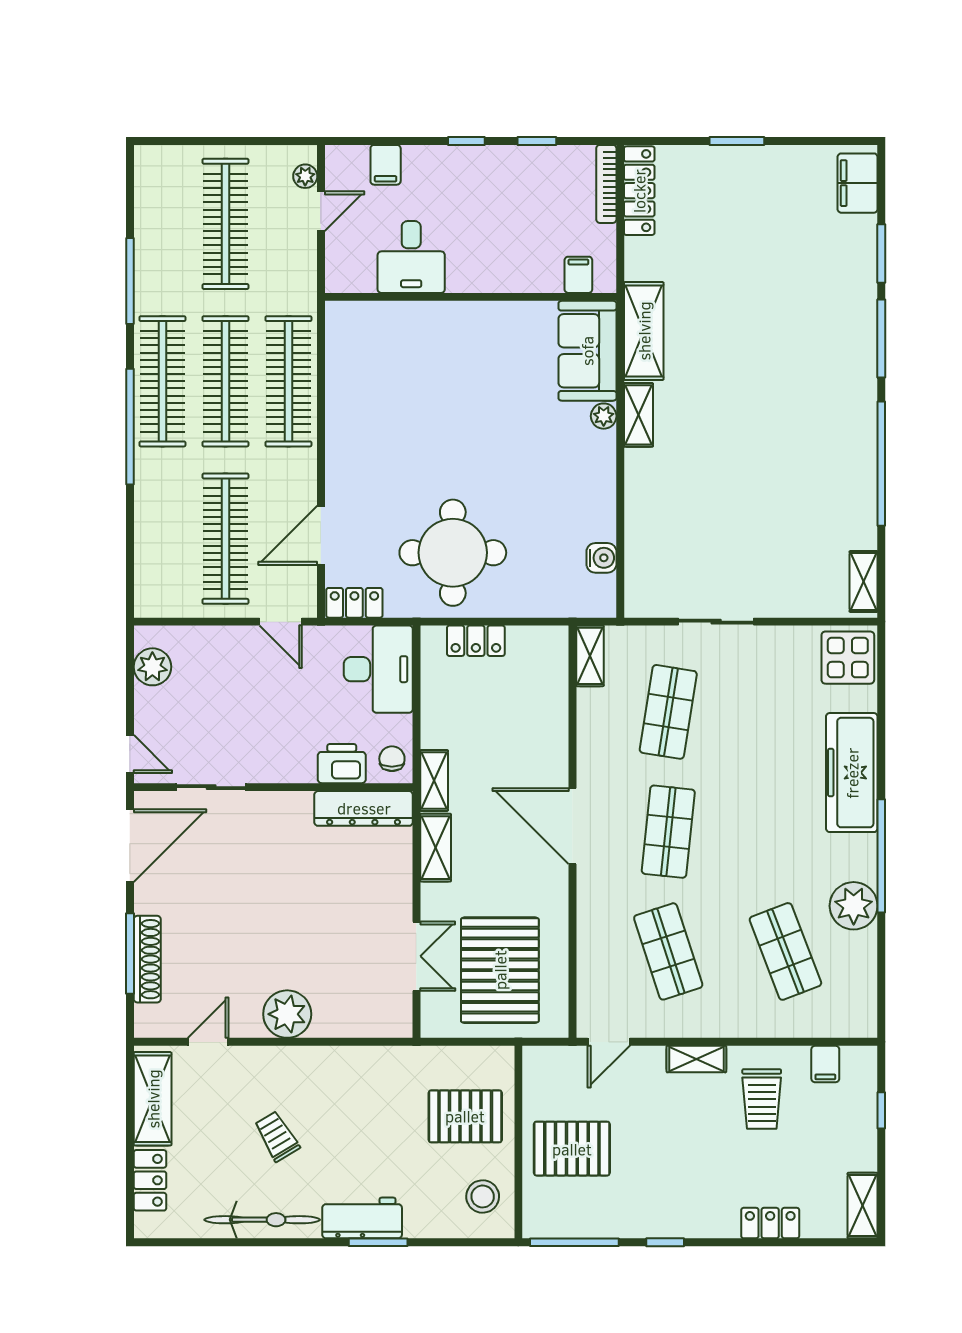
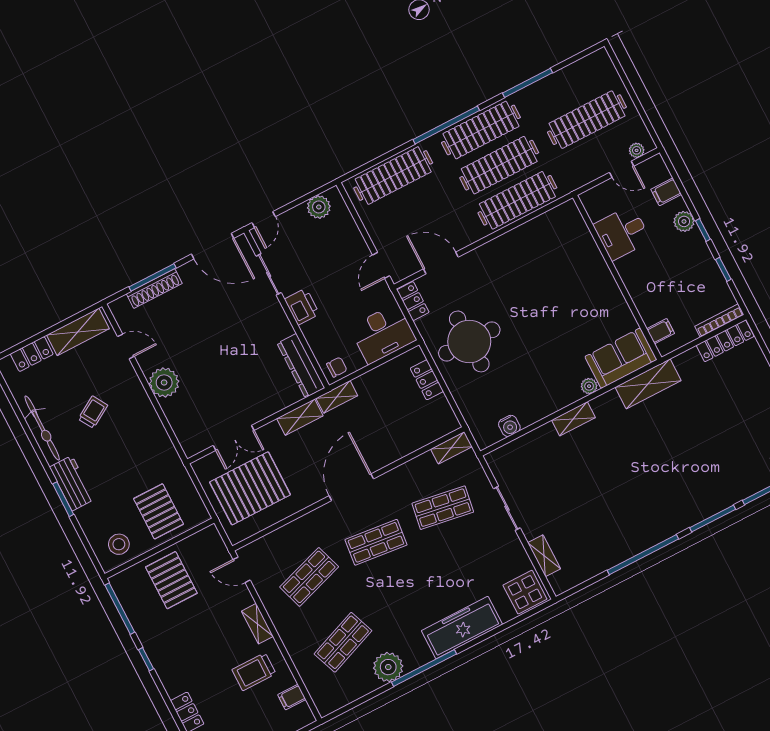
plant: (440, 161) -> (684, 221), added
shelving: (638, 415) -> (573, 419), moved
clothes rail: (225, 539) -> (393, 176), moved
shelving: (864, 582) -> (544, 556), moved, turned 90
printer: (342, 764) -> (302, 307), moved

